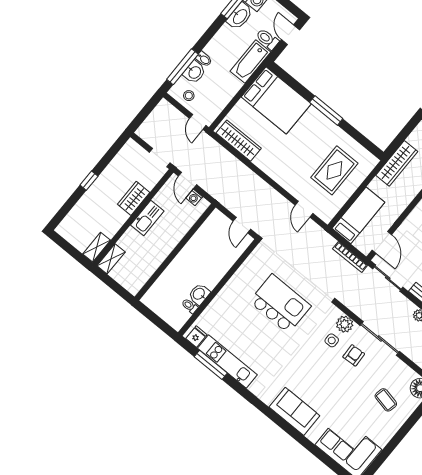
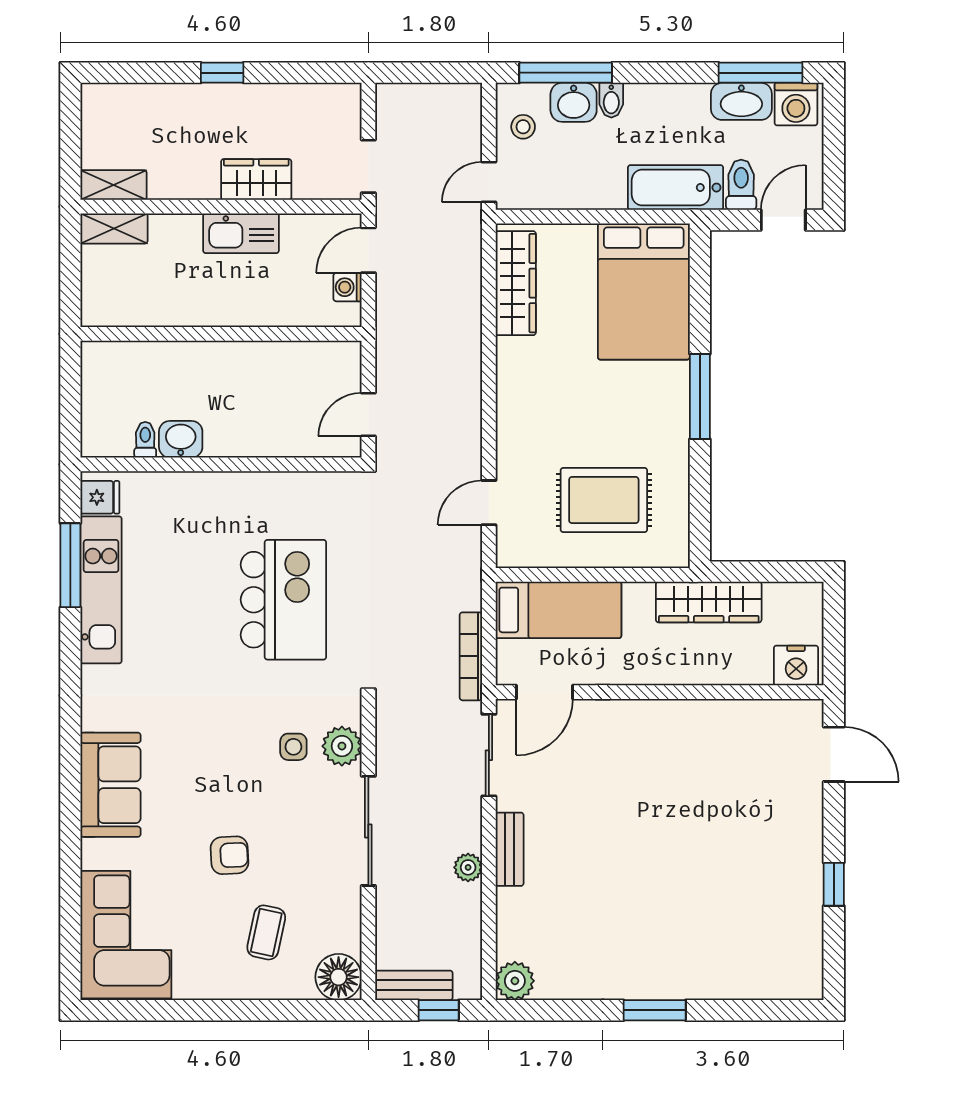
armchair: (354, 355) -> (230, 855), moved

